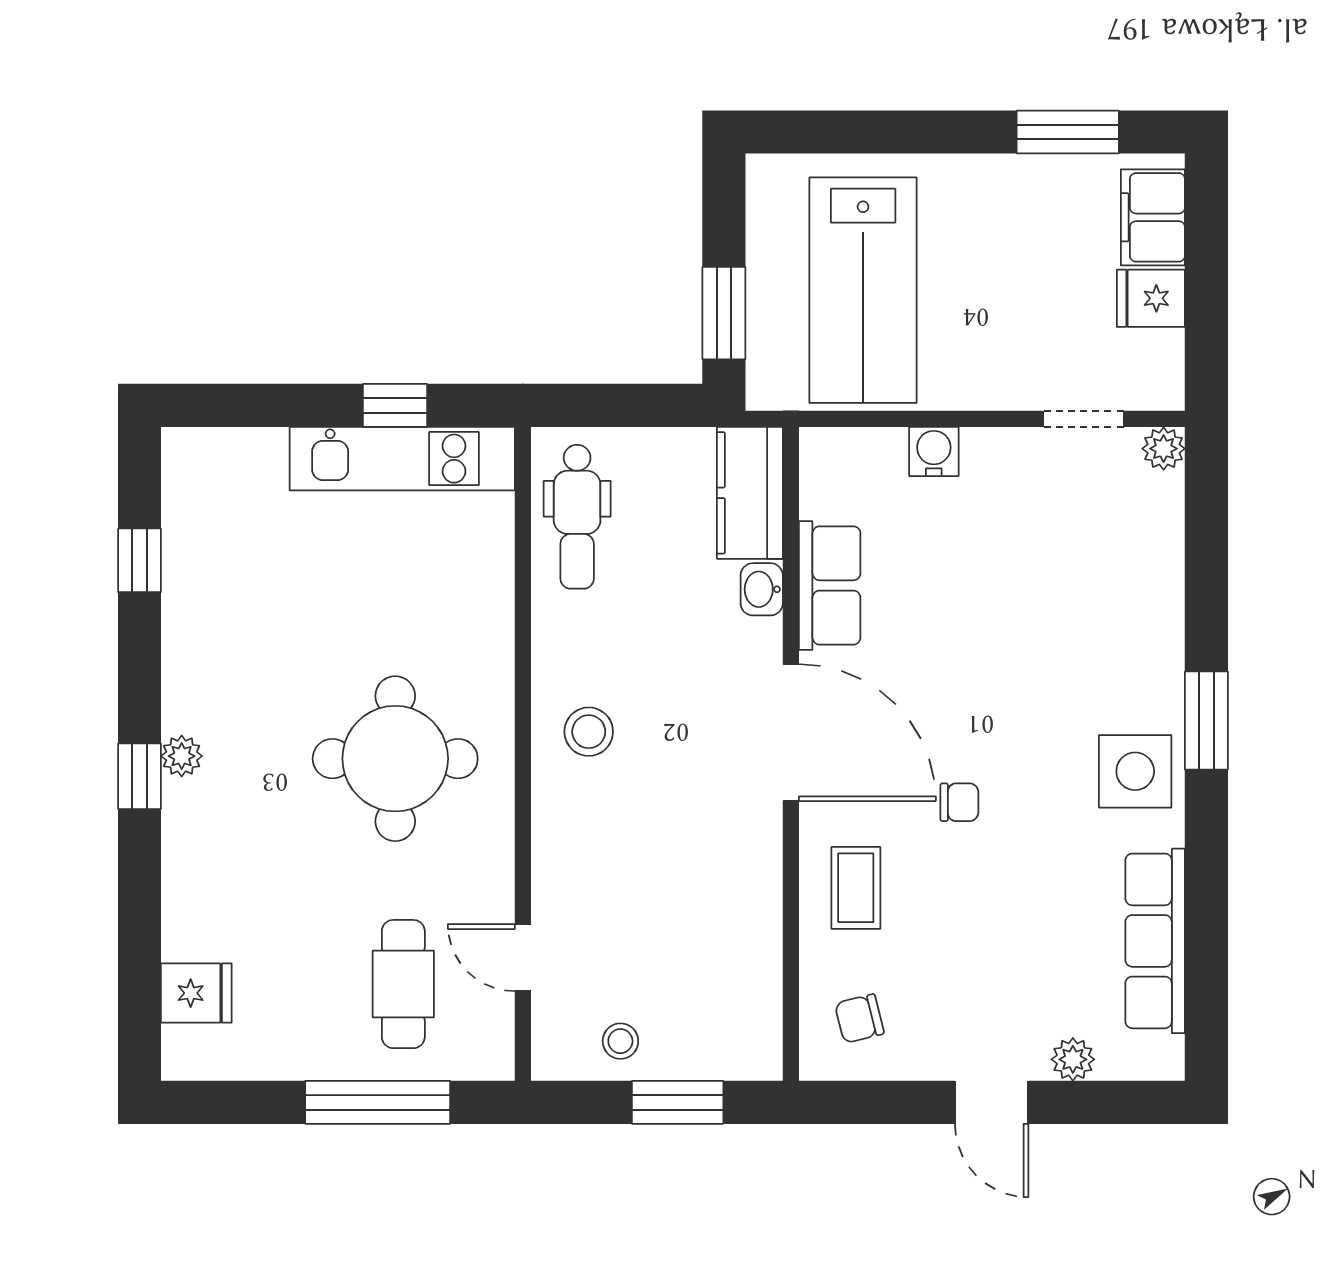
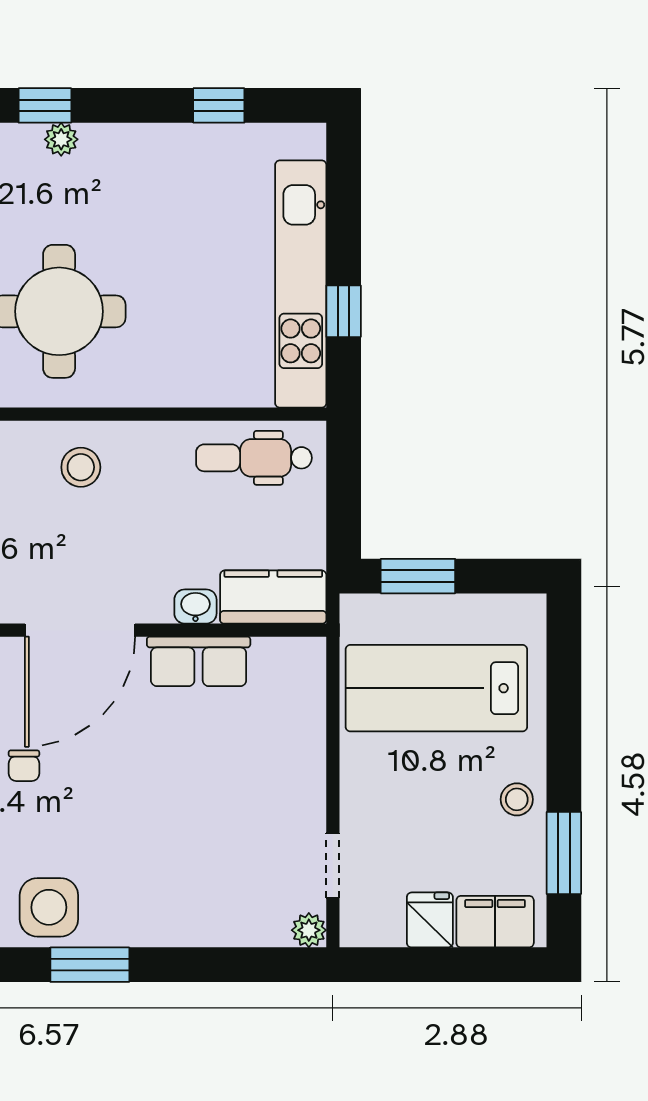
stool: (1001, 190) -> (517, 799), added
water cooler: (934, 452) -> (306, 745), removed
kitchen unit: (402, 459) -> (301, 284), width x1.36

